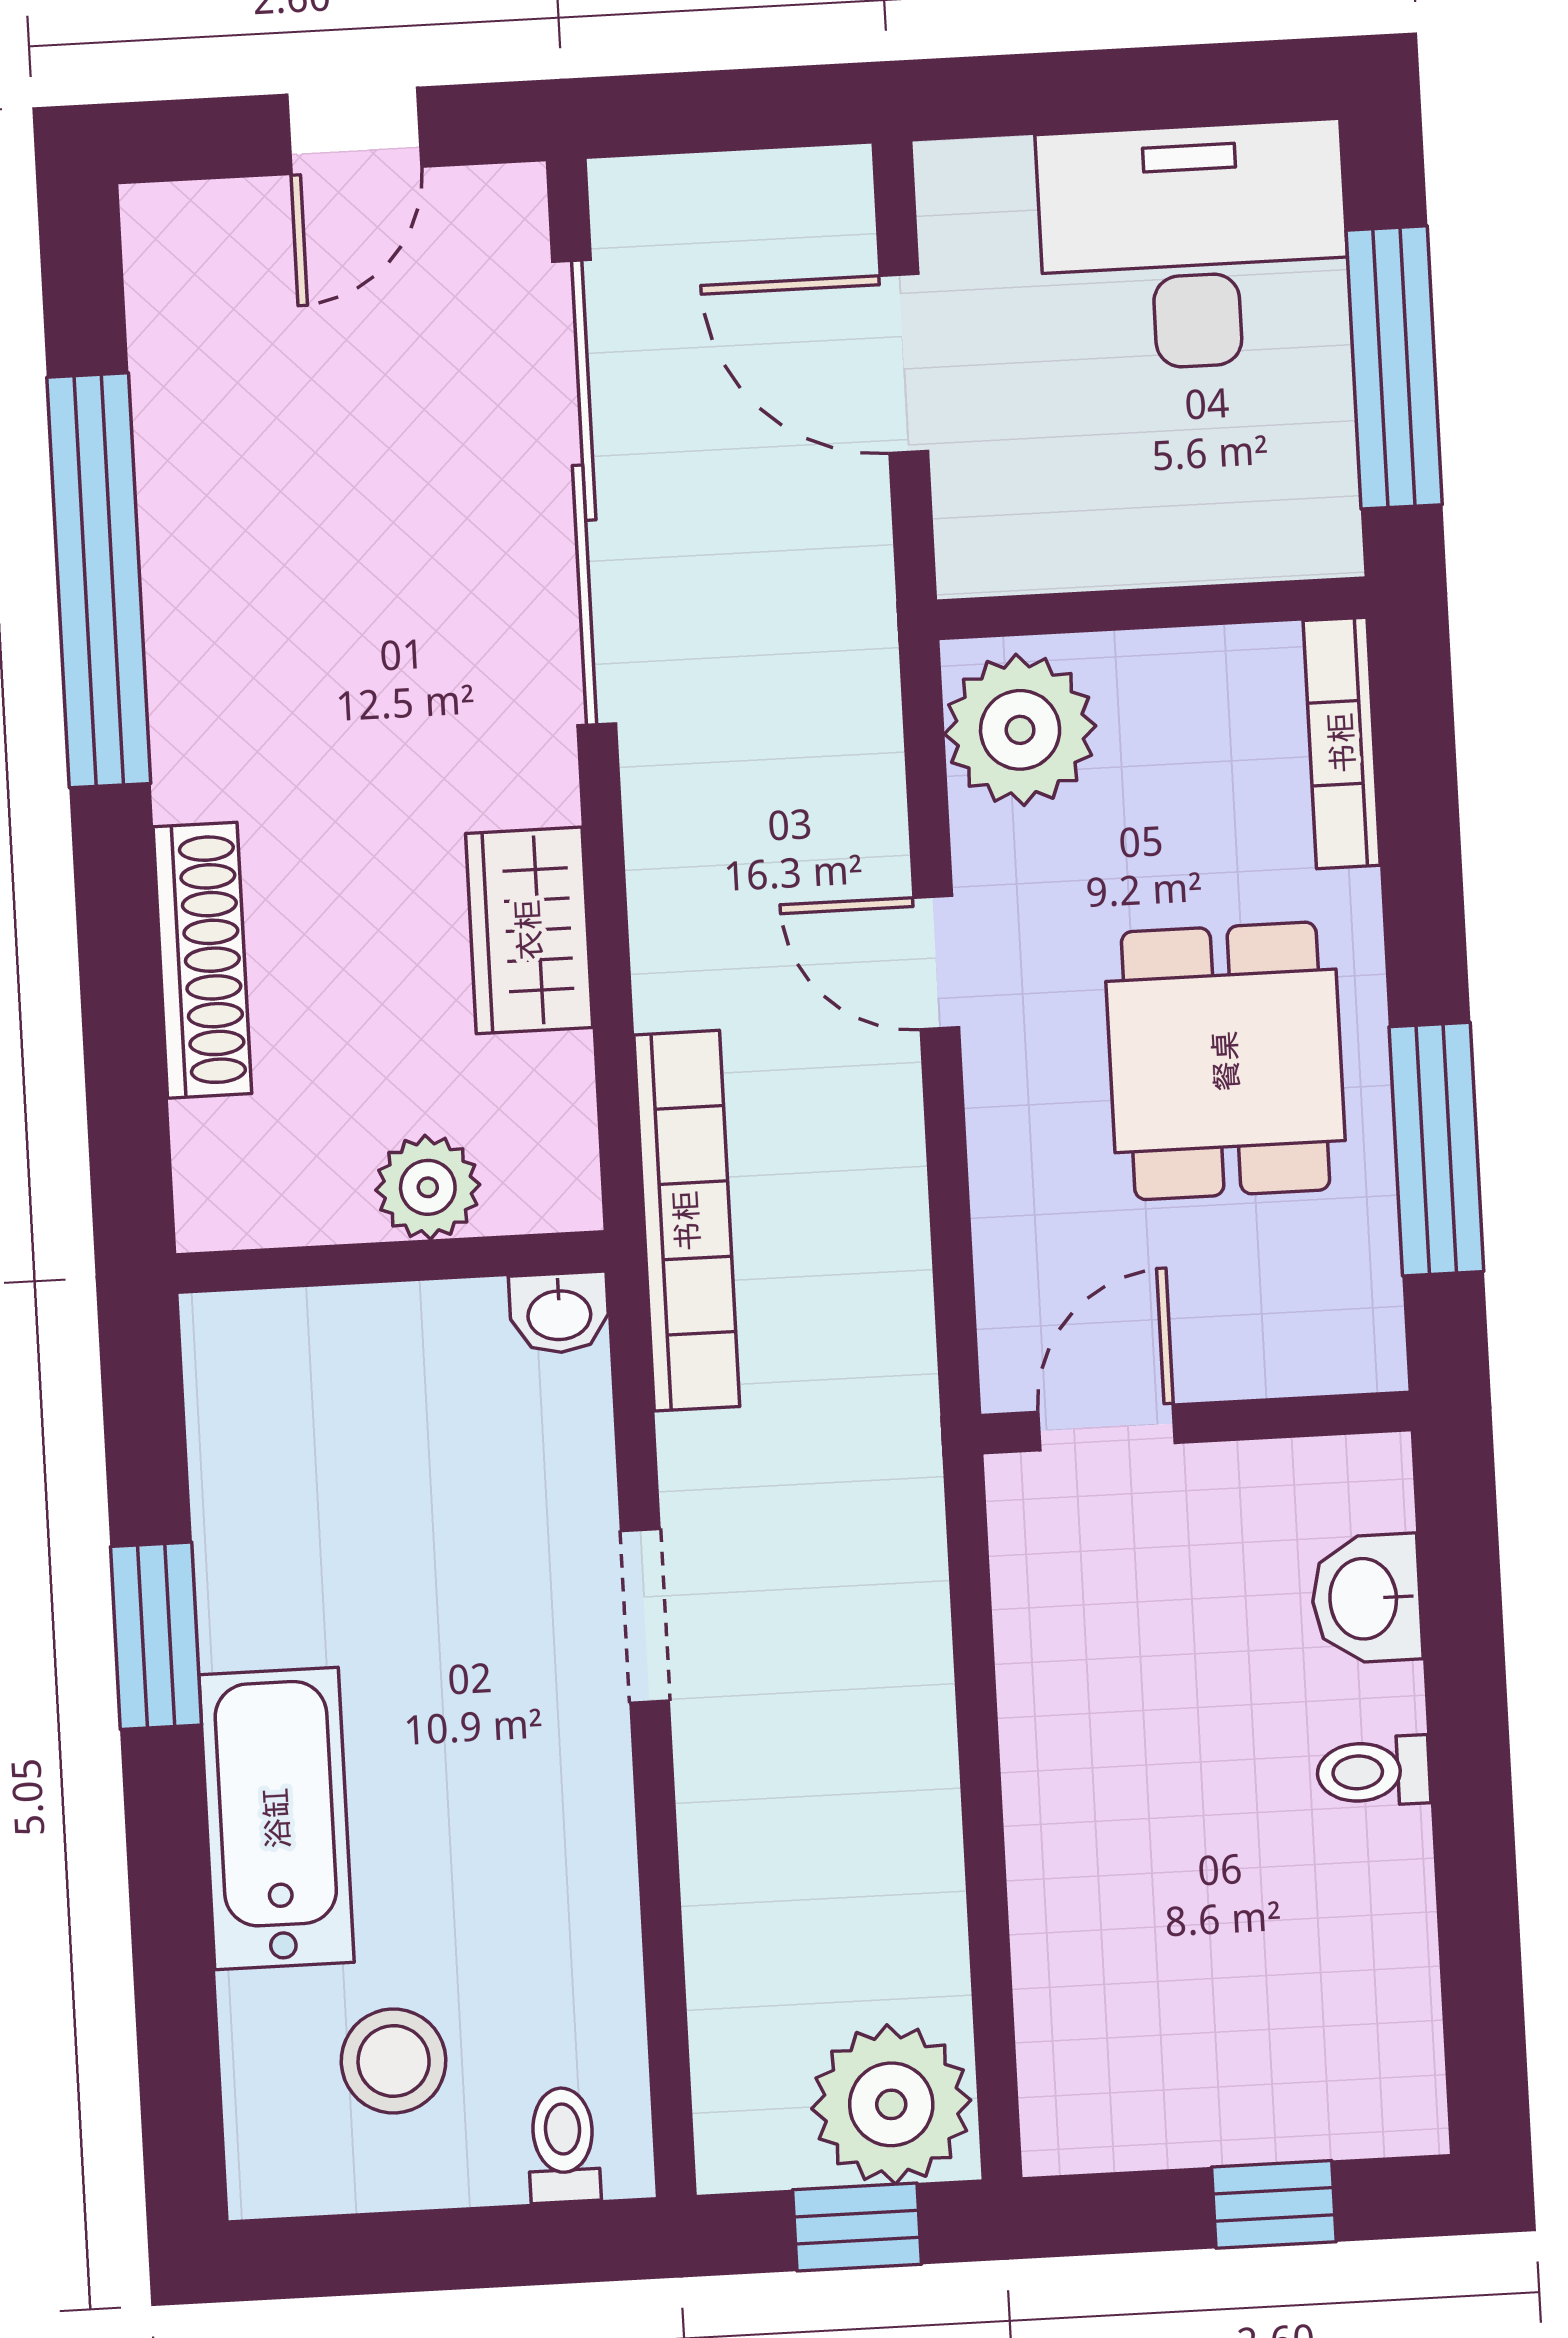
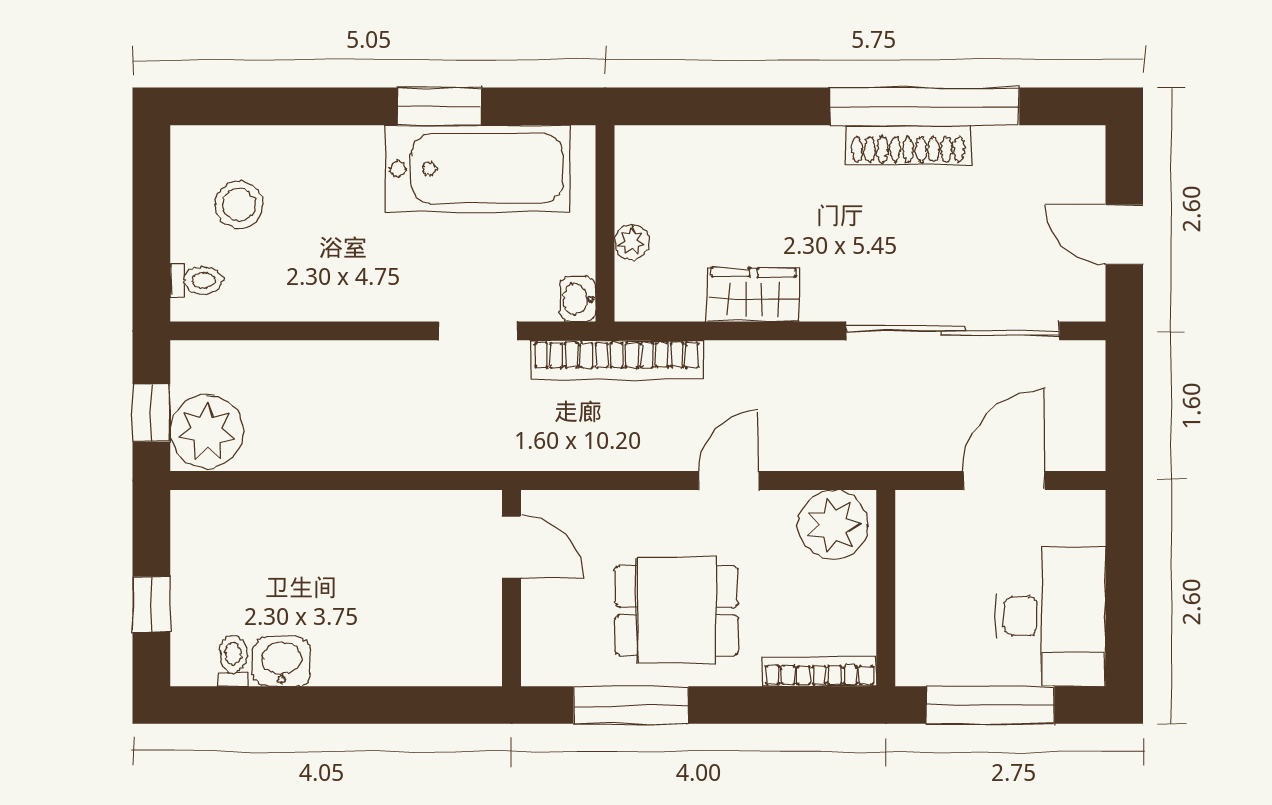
shoe rack: (202, 960) -> (908, 144), moved
plant: (428, 1187) -> (632, 242), width x0.73, depth x0.73
washbasin: (1366, 1599) -> (282, 662), moved
doorway: (645, 1616) -> (478, 331), moved
toilet: (1373, 1772) -> (233, 661), moved
bathtub: (277, 1818) -> (477, 169), moved, width x1.36, depth x1.36

